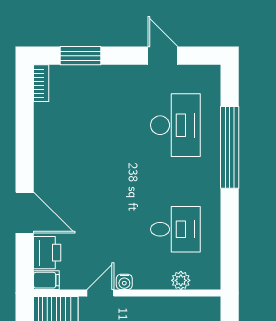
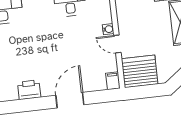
printer: (47, 253) -> (29, 90), moved

